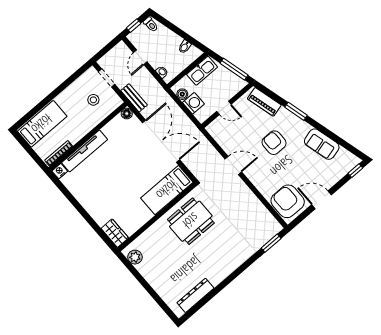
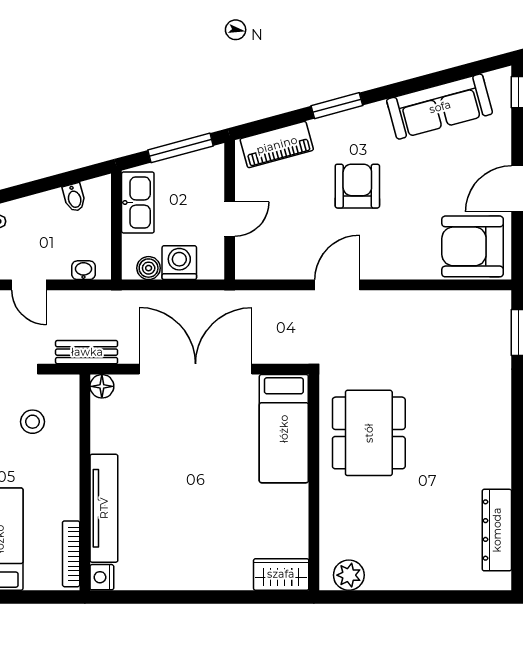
armchair: (274, 143) -> (357, 186), turned 90
sofa: (322, 144) -> (440, 107), width x1.36

